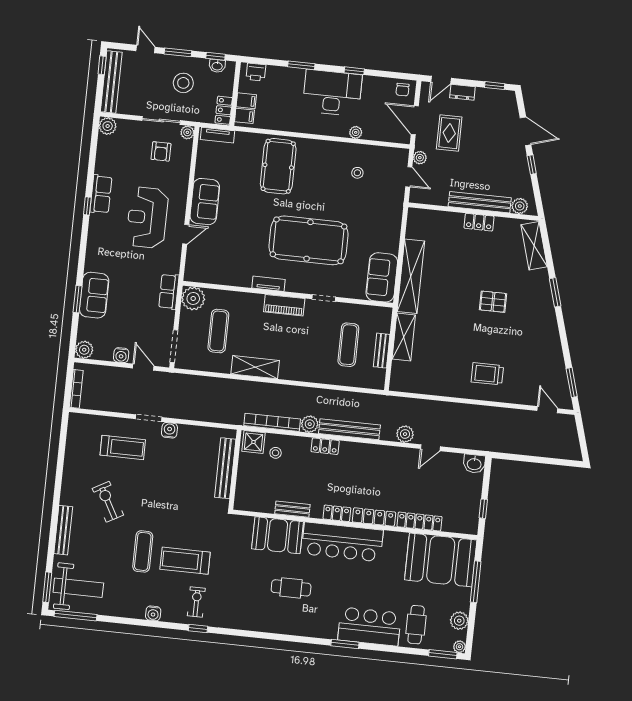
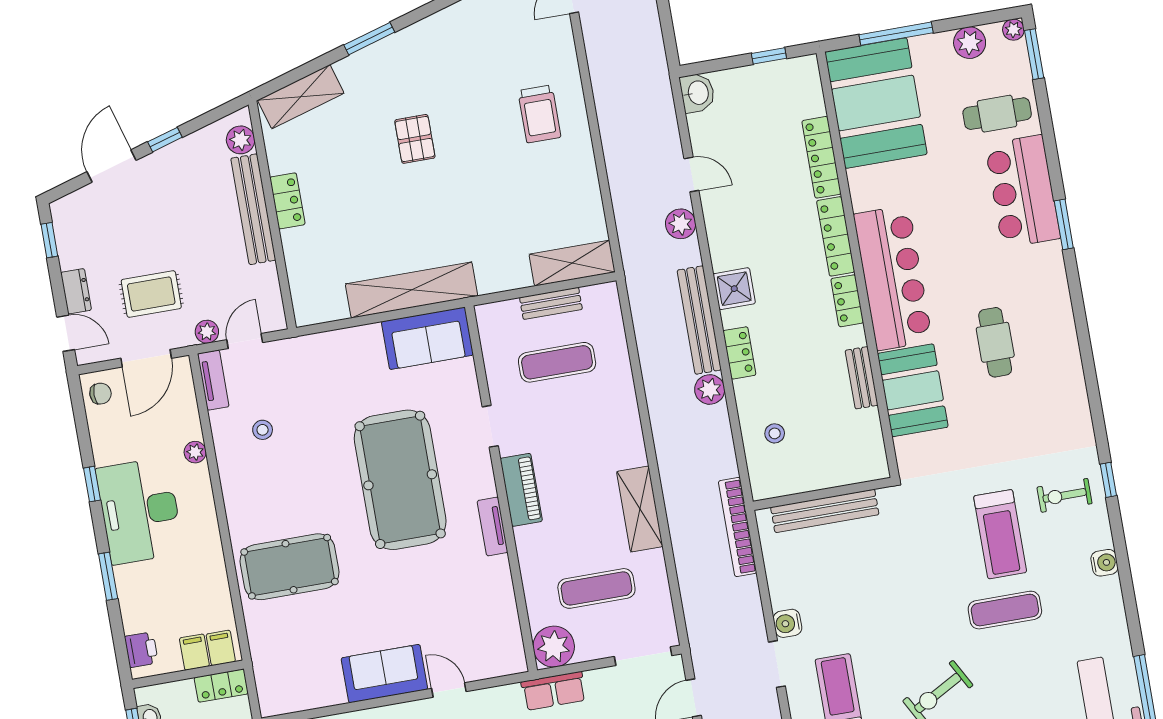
tv unit: (217, 135) -> (213, 380), moved
shelving: (404, 337) -> (572, 263), moved
bookcase: (272, 422) -> (738, 527), moved
shower: (253, 442) -> (734, 289), moved

